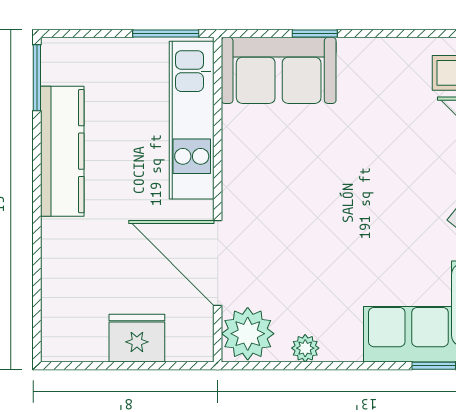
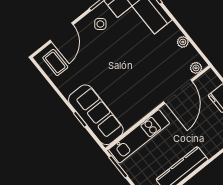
sofa: (279, 70) -> (96, 115), width x1.36
plant: (248, 334) -> (196, 68), width x0.53, depth x0.53

